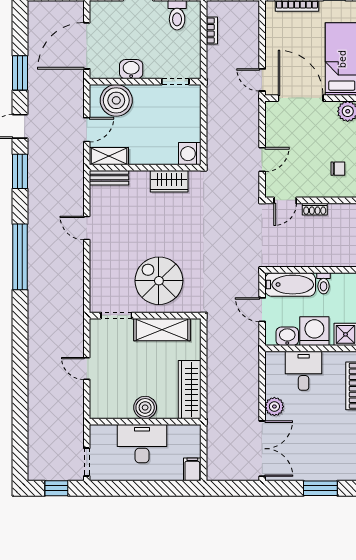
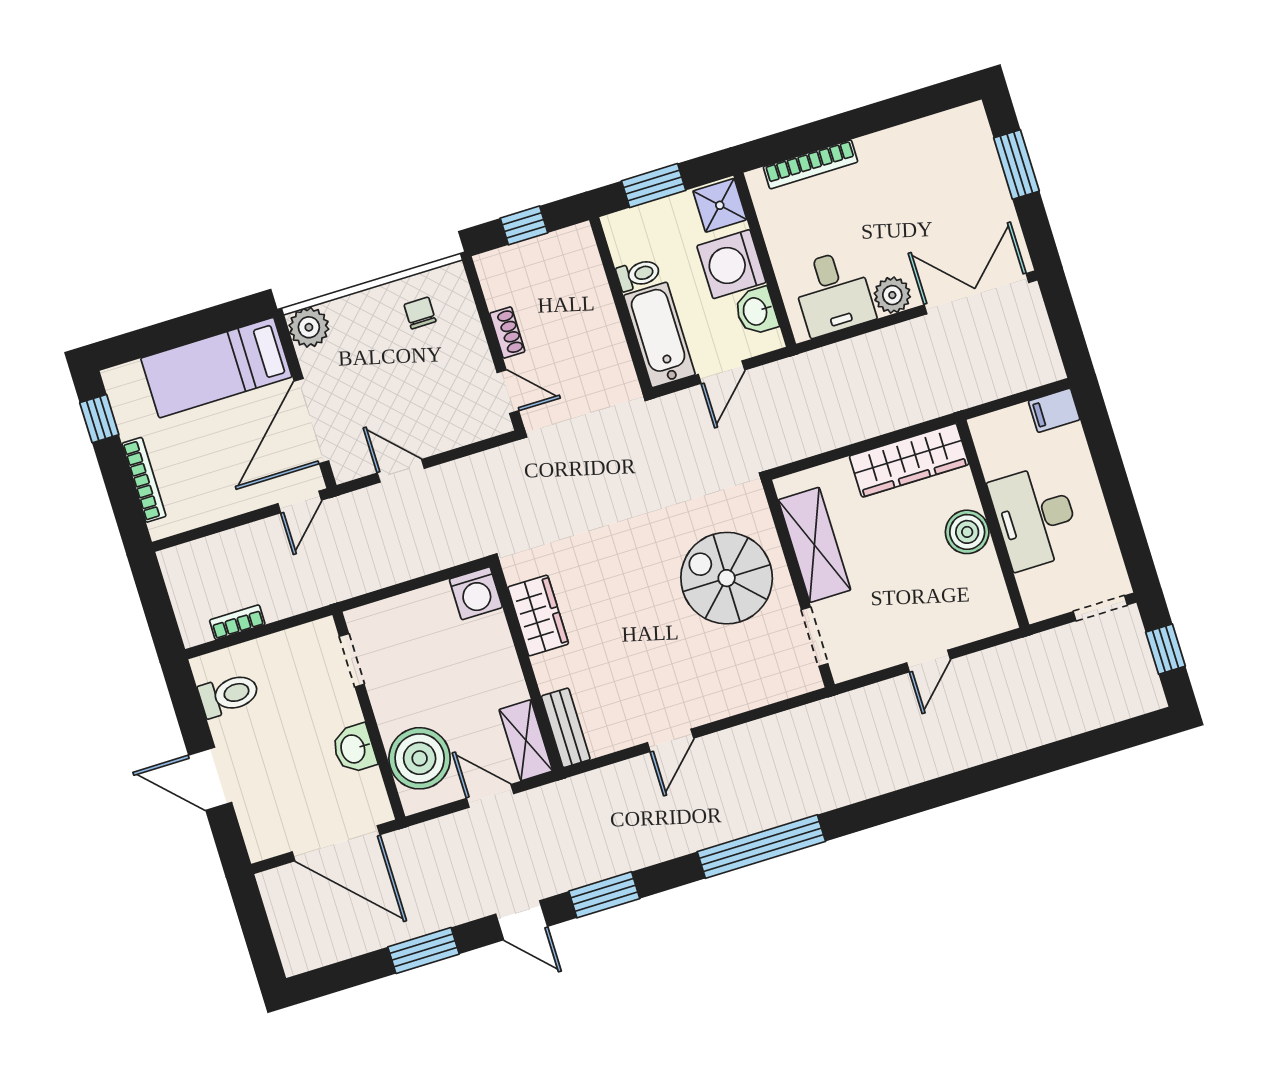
door: (262, 160) -> (401, 471), moved
spiral stairs: (159, 281) -> (727, 578), turned 90
desk: (304, 371) -> (833, 293), moved, turned -90

